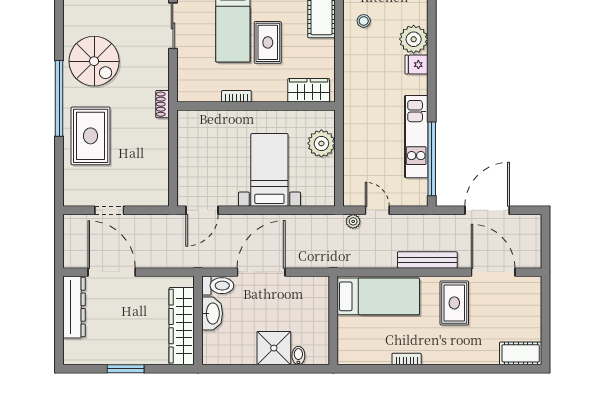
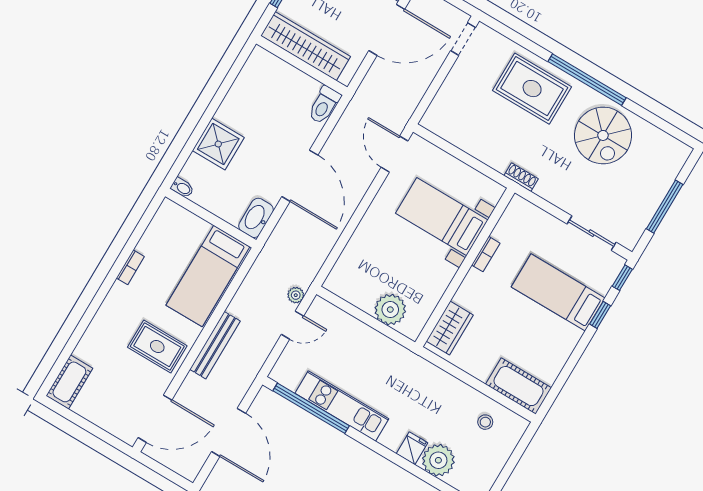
rug: (268, 42) -> (520, 316), removed
spiral stairs: (94, 61) -> (603, 135), turned -90
bed with nightstands: (269, 170) -> (442, 217), moved, turned 180
doorway: (109, 210) -> (463, 39), moved
door: (493, 272) -> (155, 419), moved
toilet: (218, 286) -> (324, 105), moved
washbasin: (212, 313) -> (256, 218), moved, turned 90
wall: (198, 320) -> (302, 65), moved
wardrobe: (182, 326) -> (306, 46), moved
bidet: (298, 356) -> (182, 188), moved

